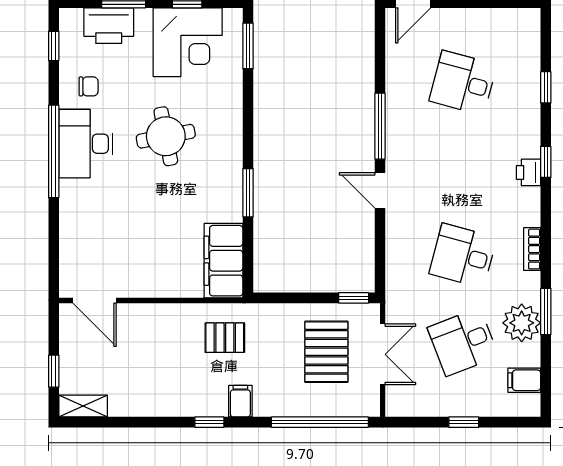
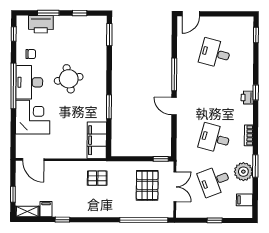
corner desk: (188, 42) -> (33, 117), moved, turned -90
window: (546, 87) -> (256, 35), moved
filing cabinet: (240, 401) -> (46, 209), moved
window: (209, 422) -> (62, 220), moved

